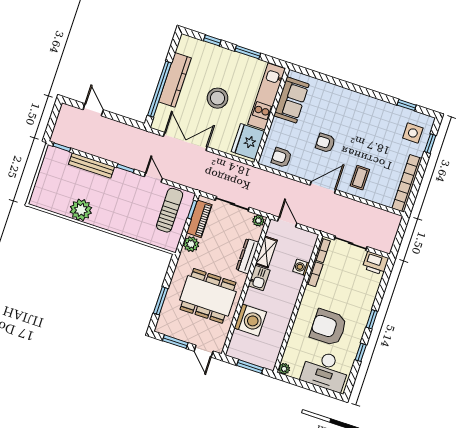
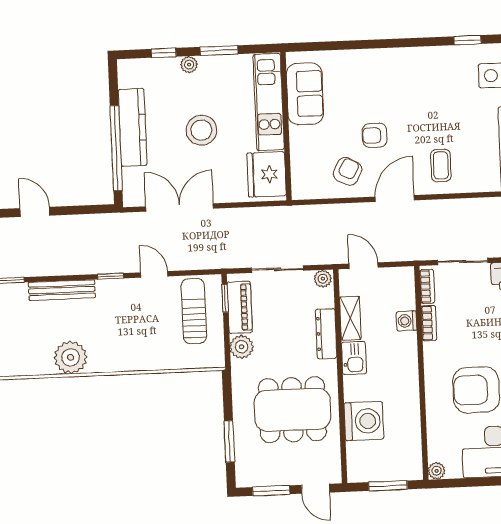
plant: (225, 54) -> (189, 65), added
armchair: (281, 157) -> (347, 171), moved, turned 118

